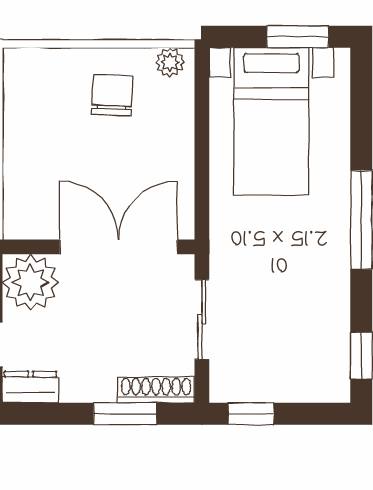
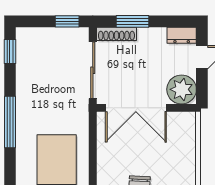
sliding door: (202, 319) -> (93, 70), width x1.37

